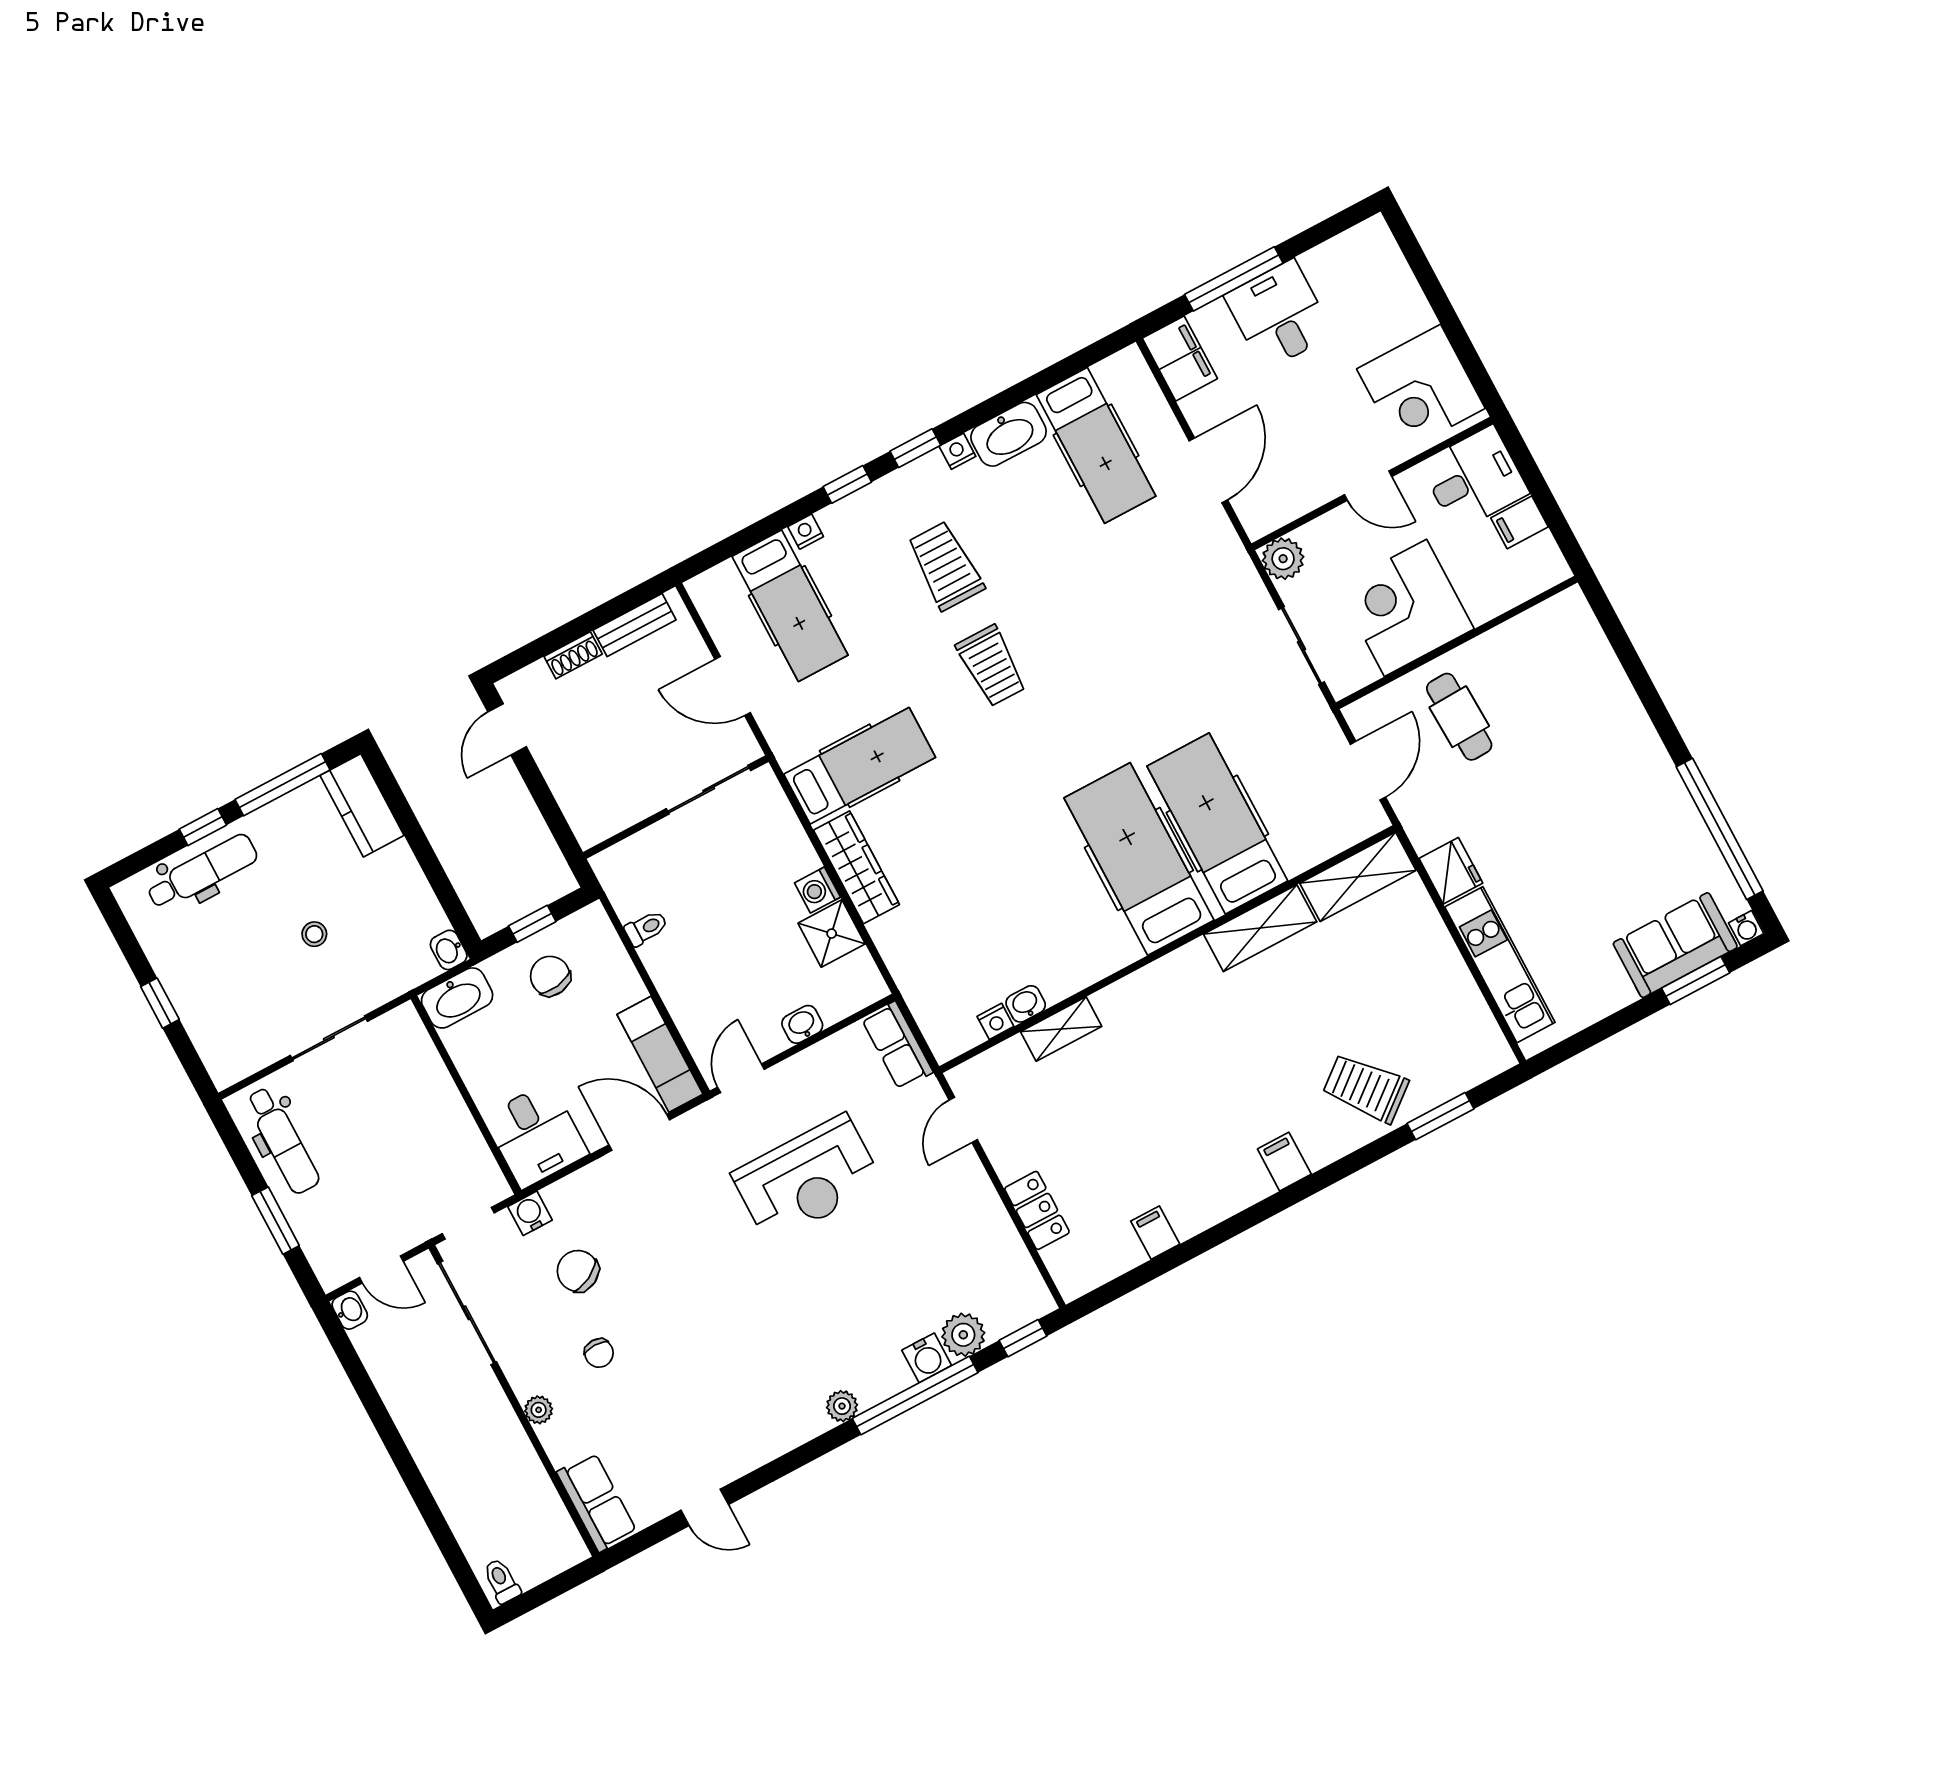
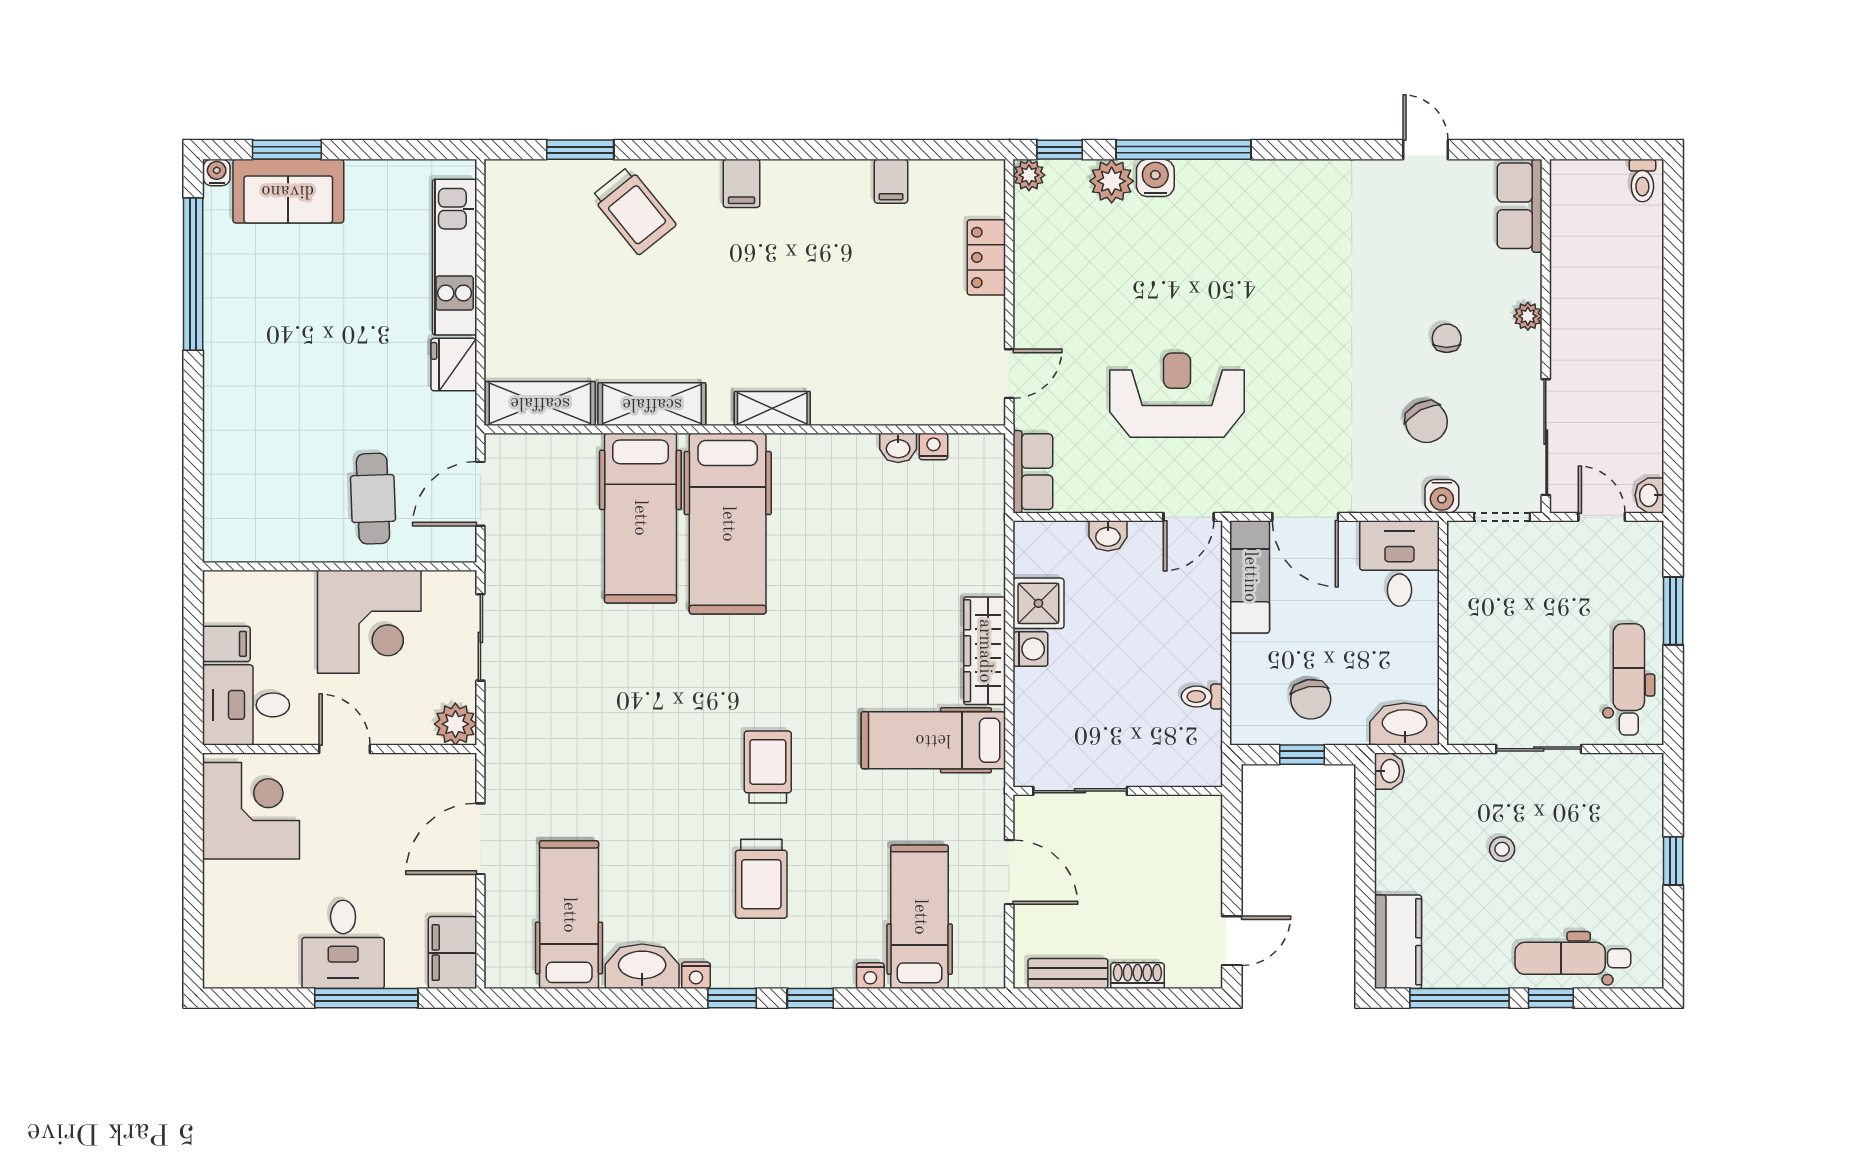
shelving: (1061, 1029) -> (772, 408), moved
plant: (842, 1406) -> (1029, 175), moved

